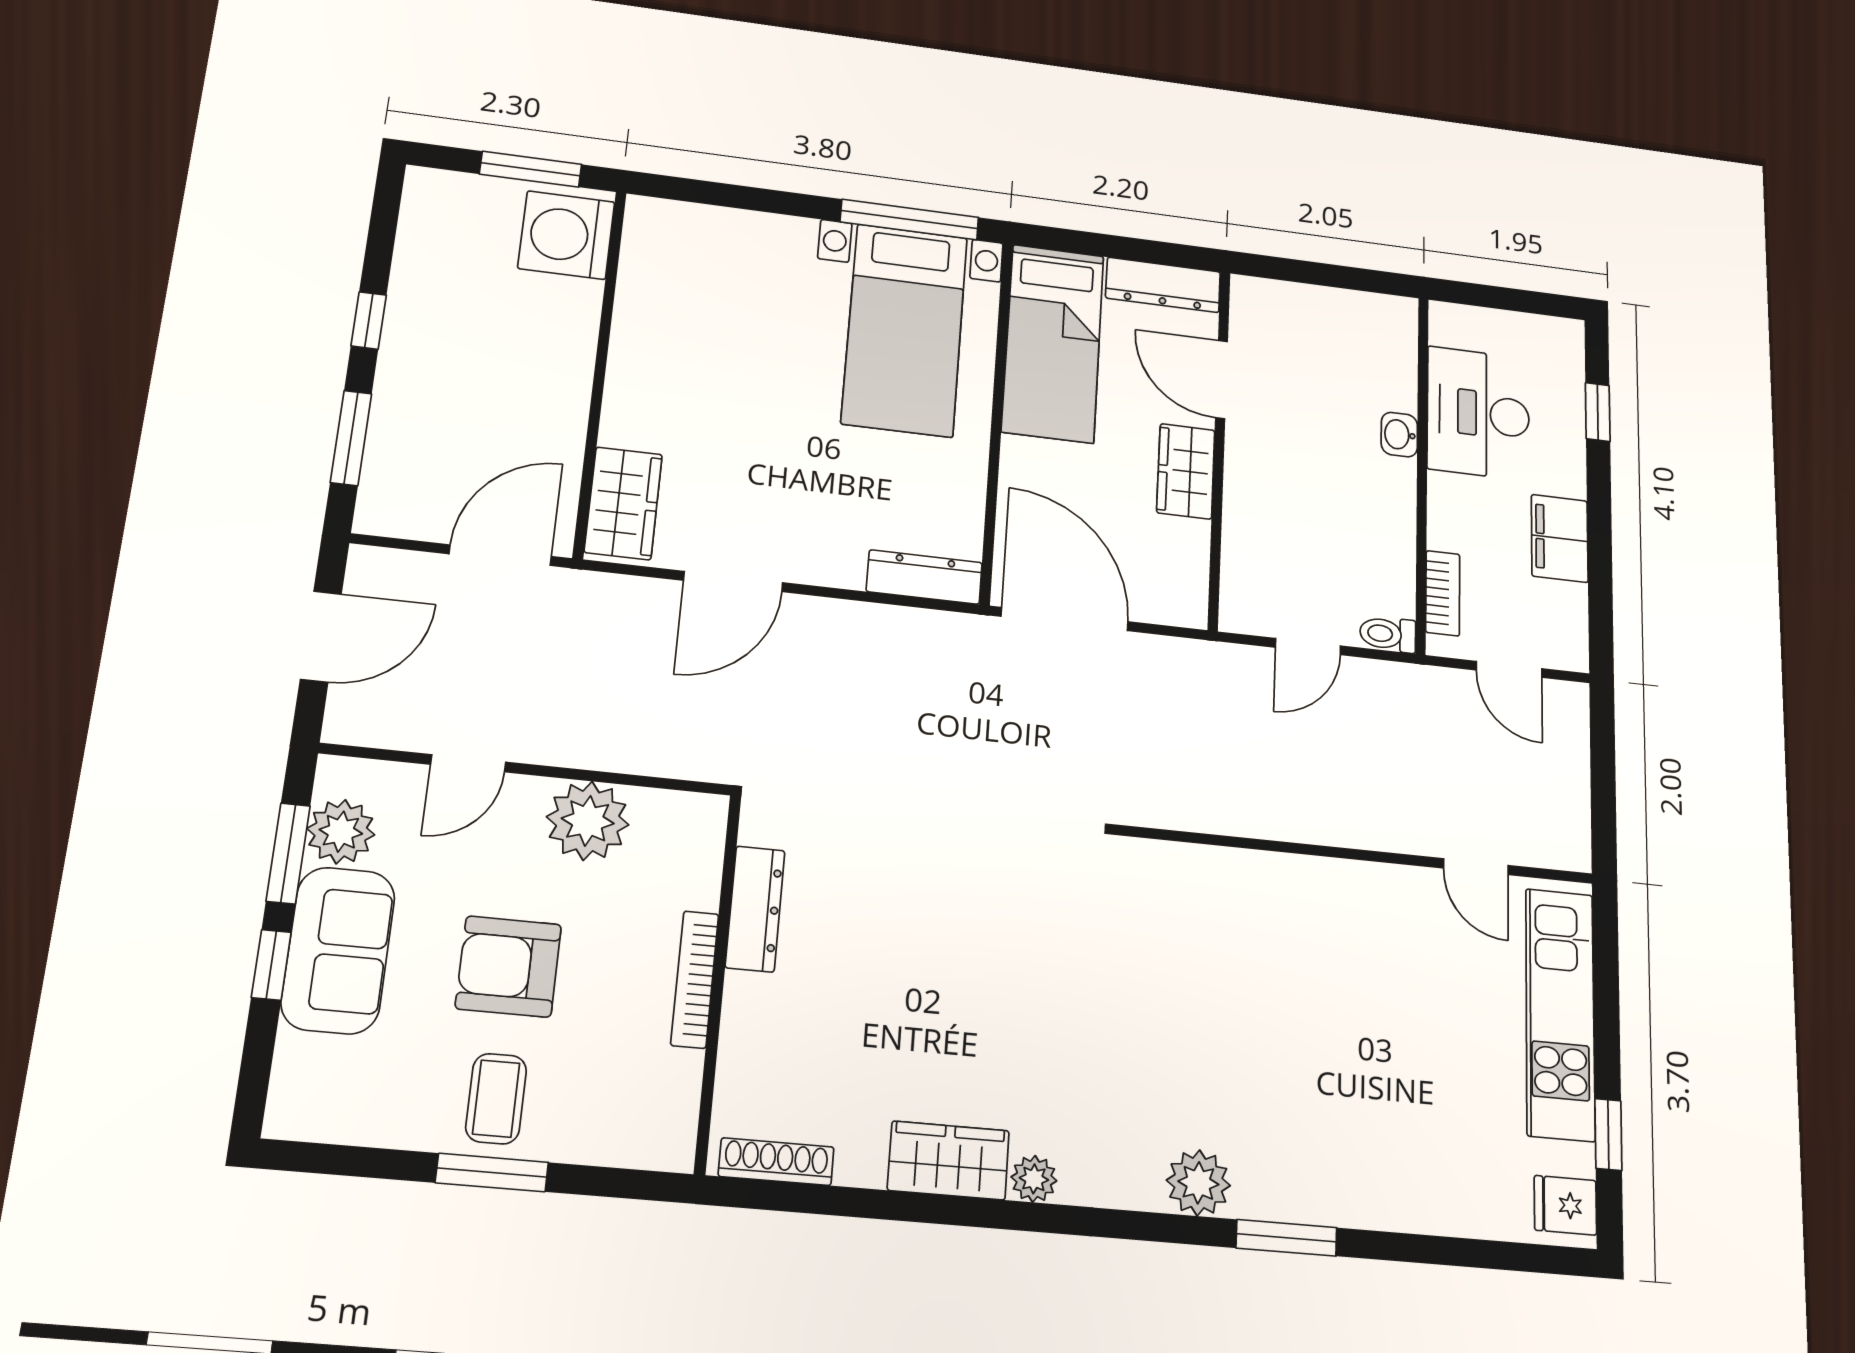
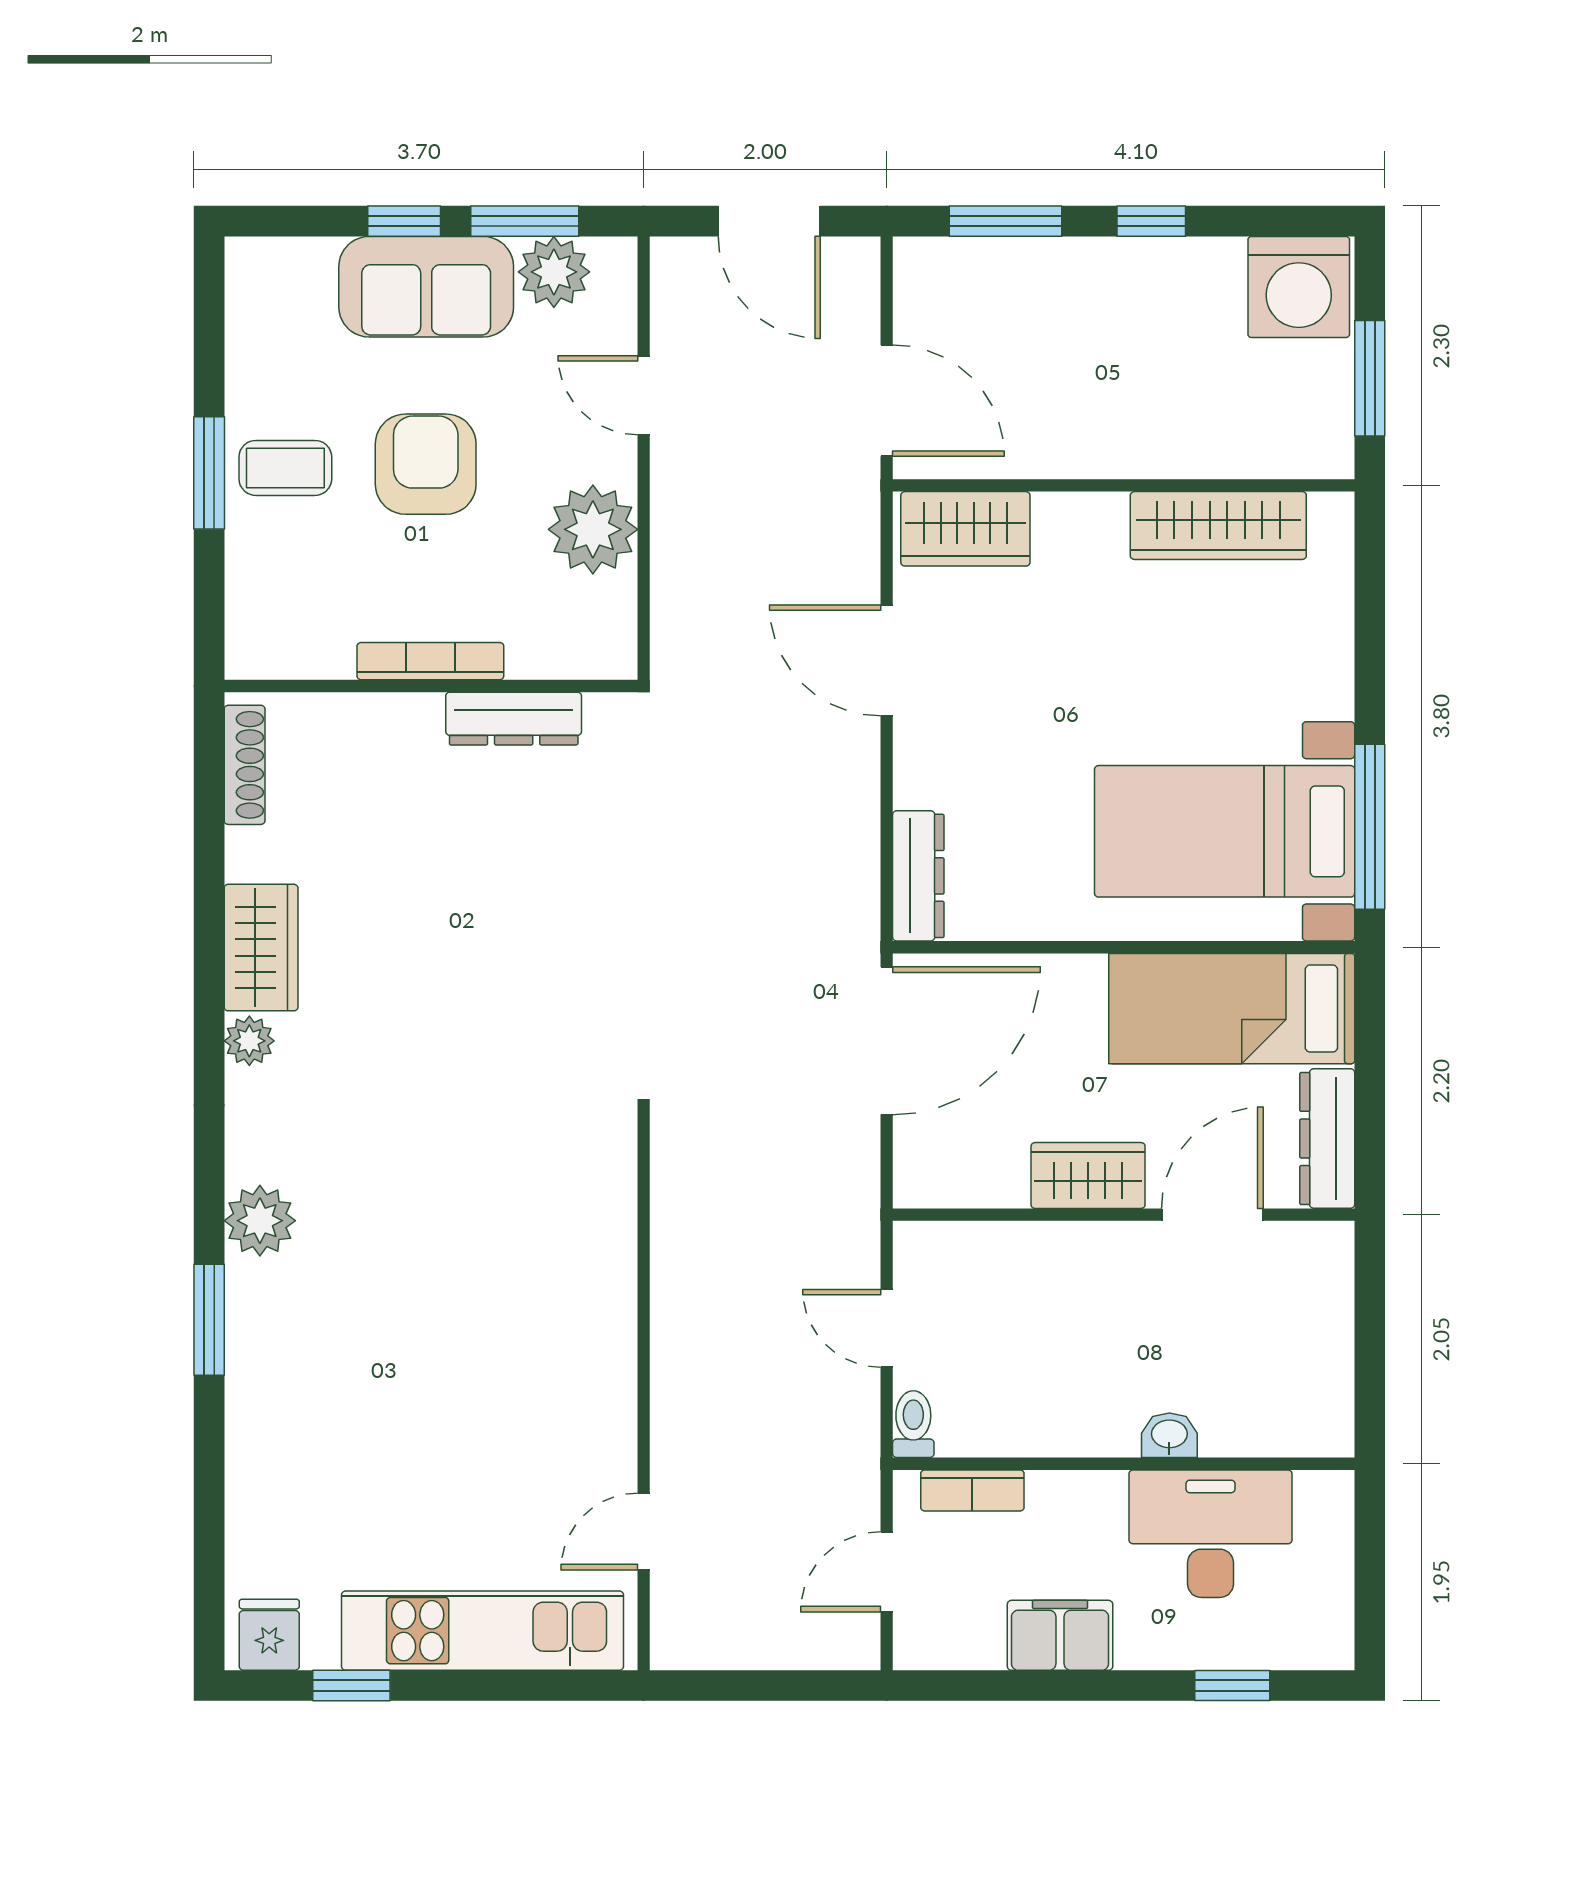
washing machine: (566, 235) -> (1299, 287), moved, turned 180
wardrobe: (643, 301) -> (1218, 525), added

